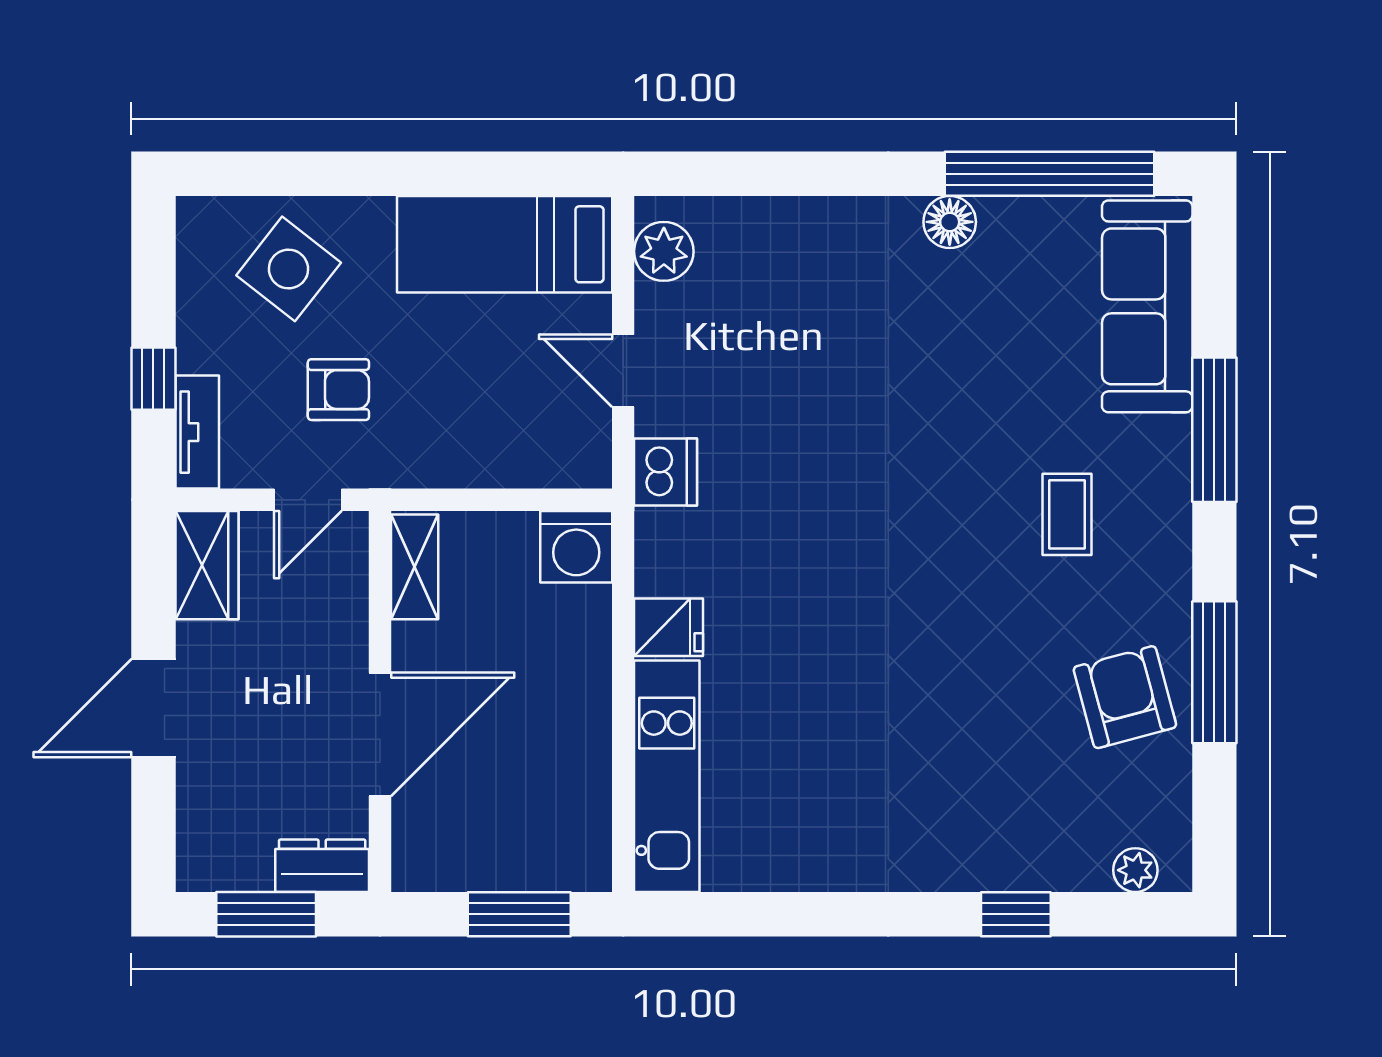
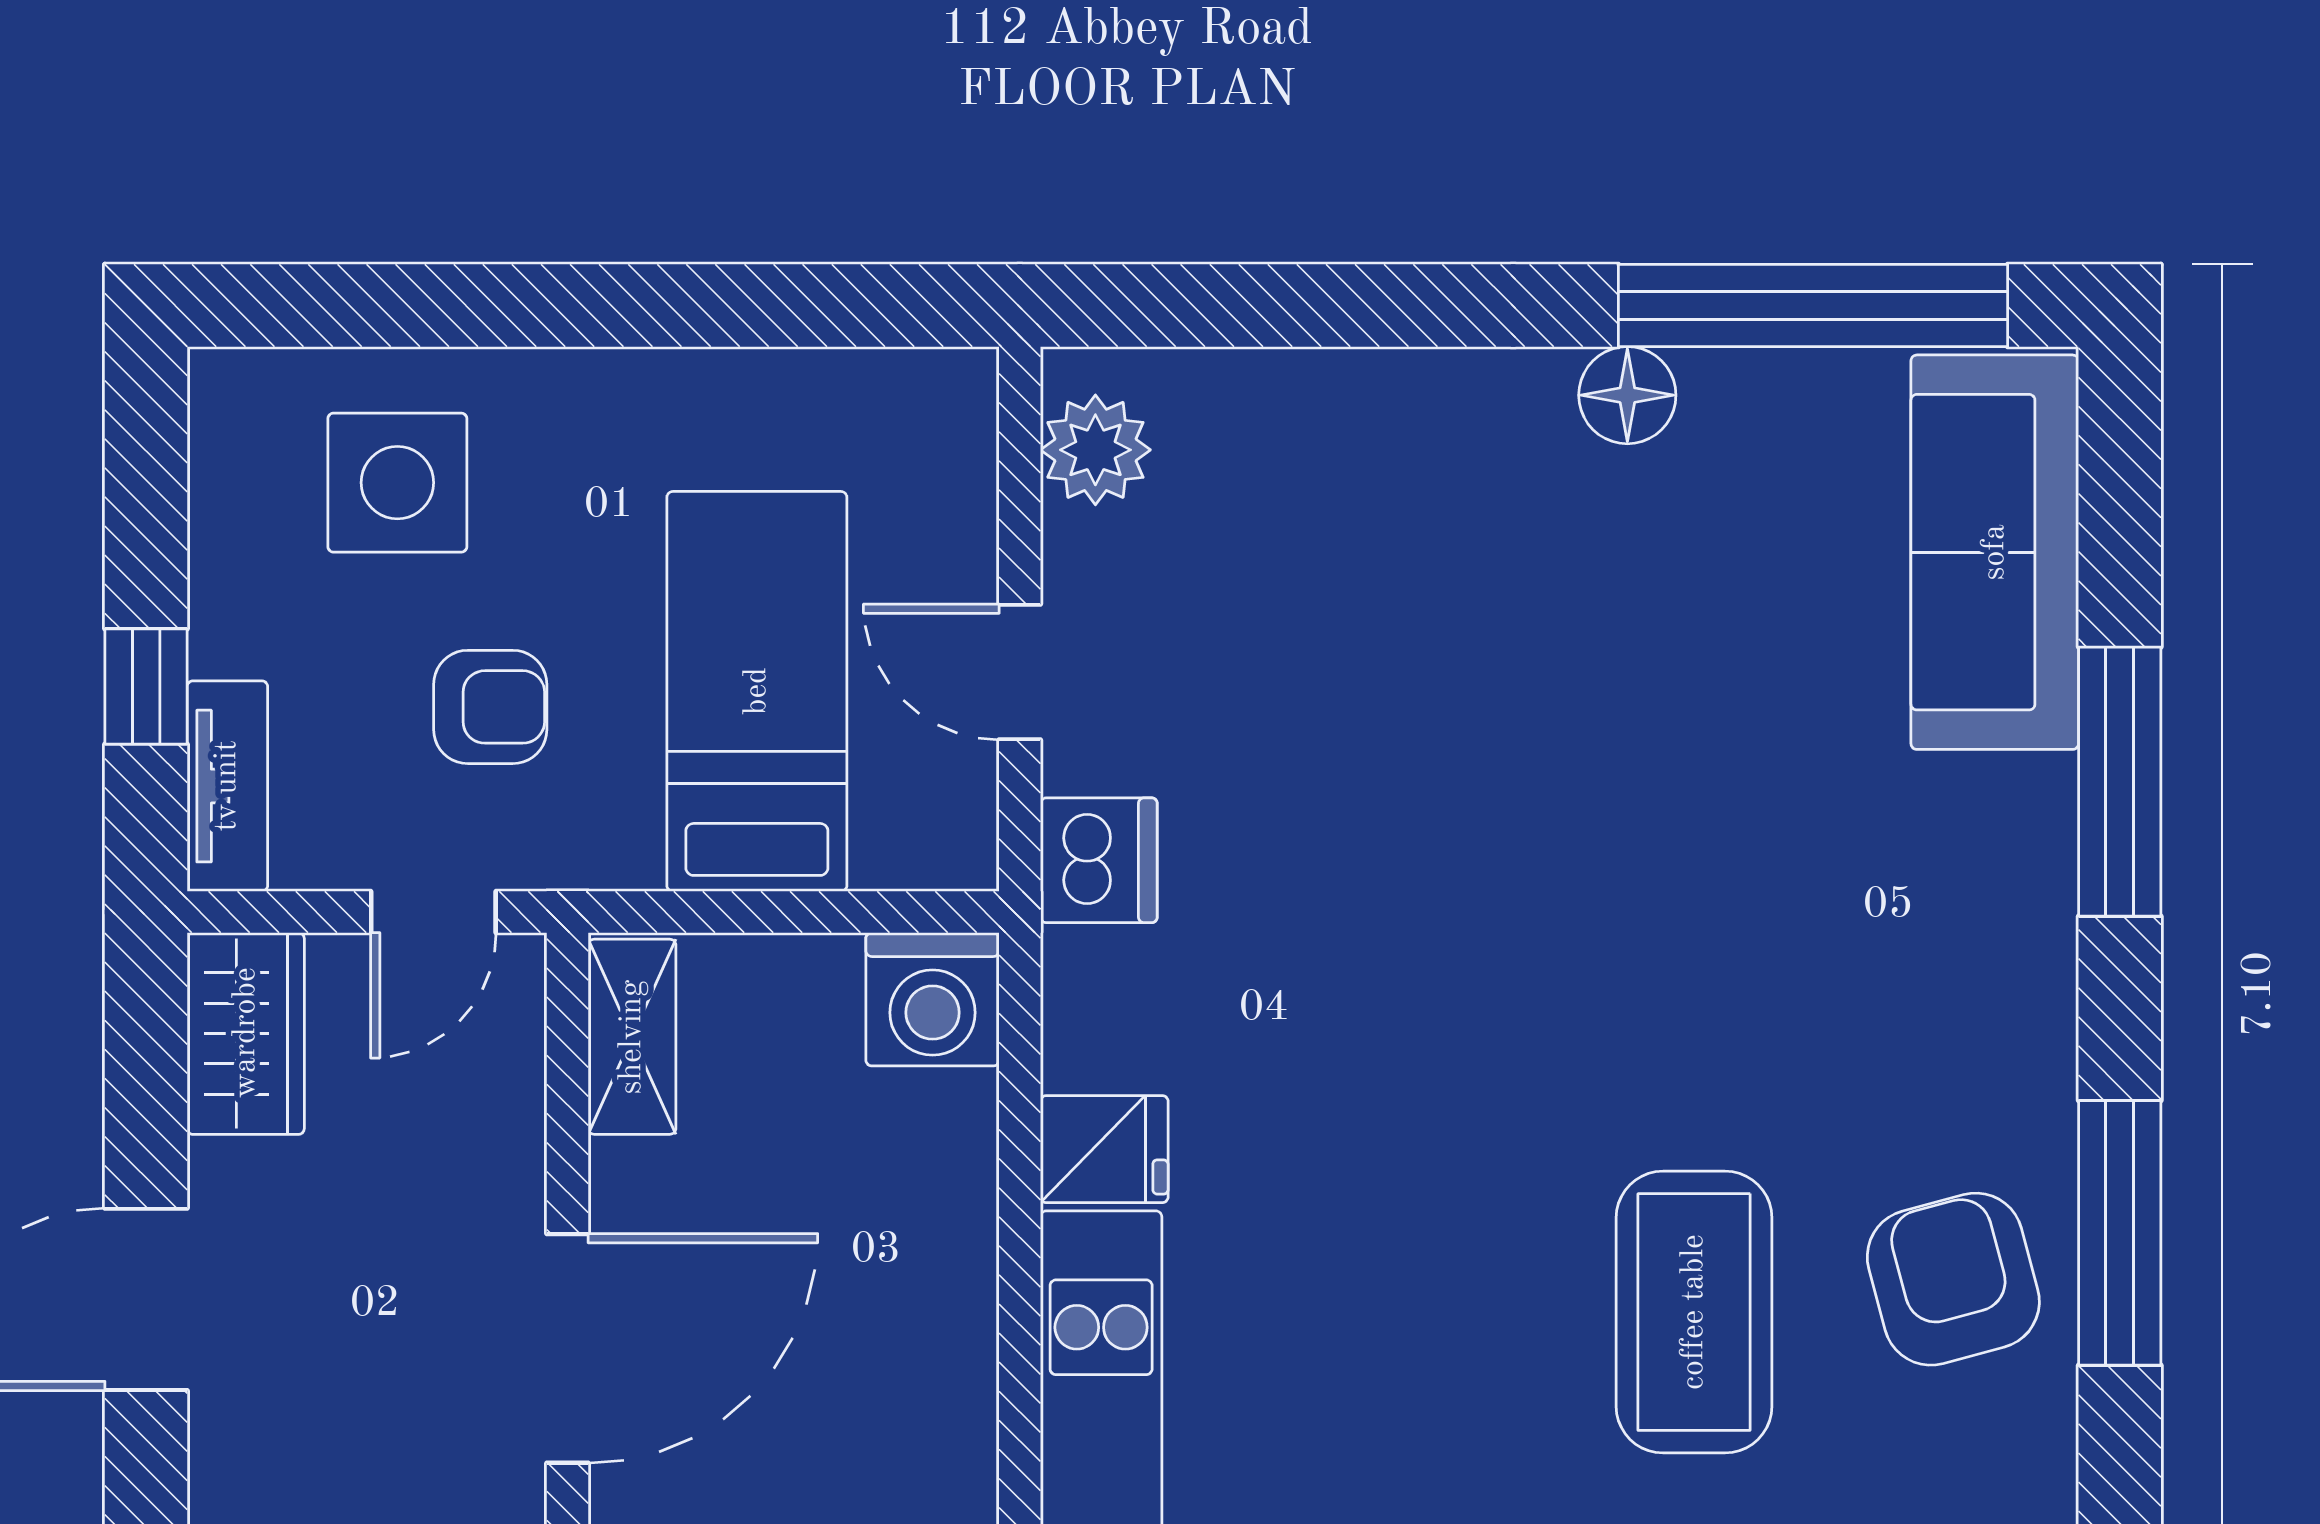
bed: (505, 244) -> (757, 691), moved, turned 90
side table: (289, 269) -> (397, 483), turned -38
coffee table: (1067, 514) -> (1694, 1312), moved, width x1.86, depth x1.72

